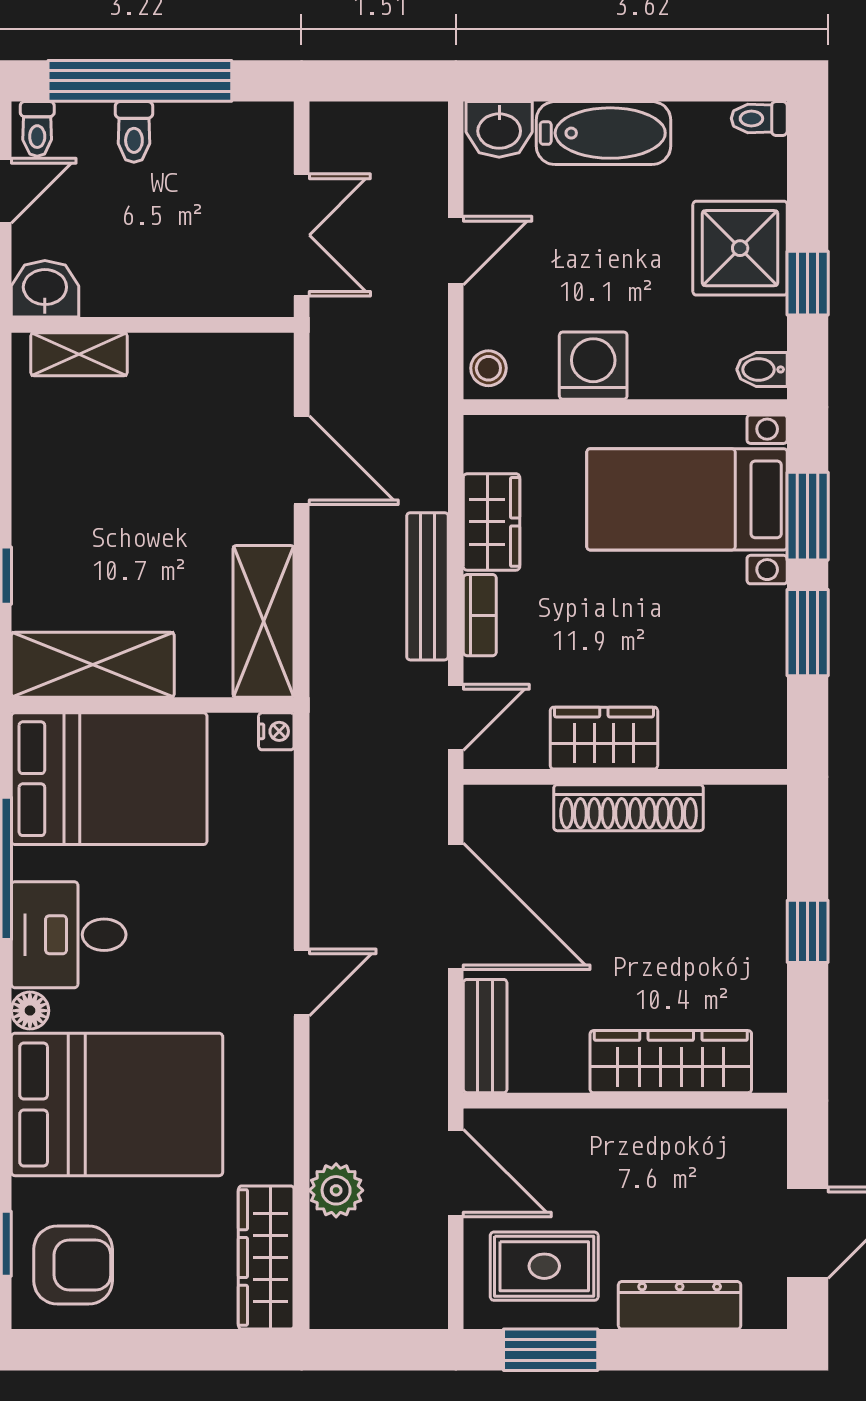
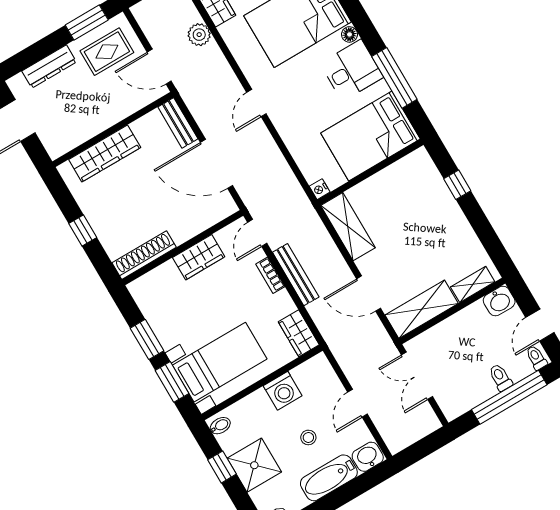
stool: (488, 368) -> (308, 437), moved
wardrobe: (492, 522) -> (299, 333), moved
shelving: (93, 665) -> (422, 309), moved
shoe rack: (629, 808) -> (144, 255), moved

